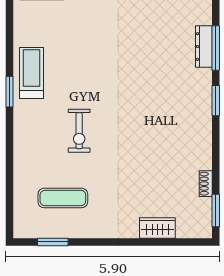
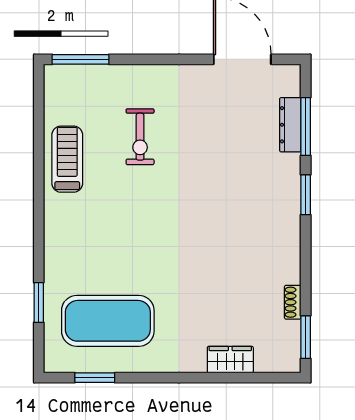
window: (10, 92) -> (39, 302), moved
exercise bike: (79, 131) -> (140, 137), moved
exercise mat: (63, 198) -> (108, 321), width x2.00, depth x1.45

